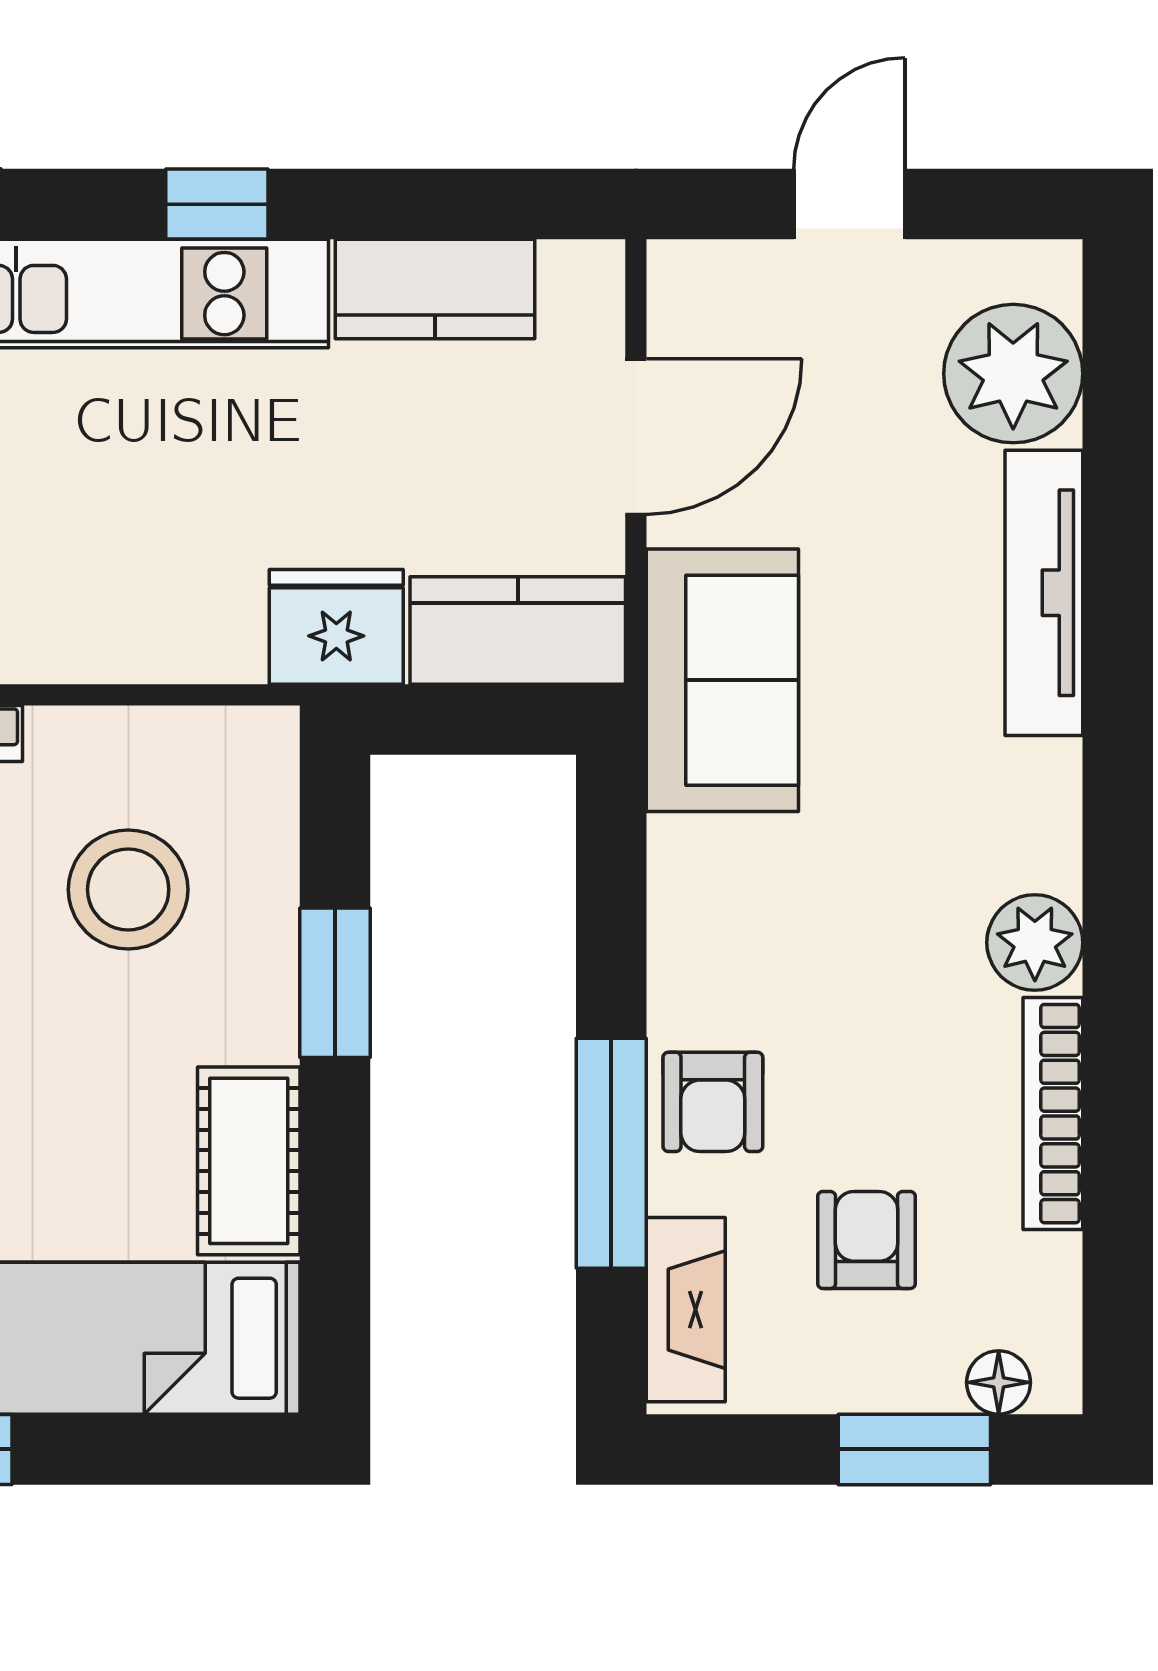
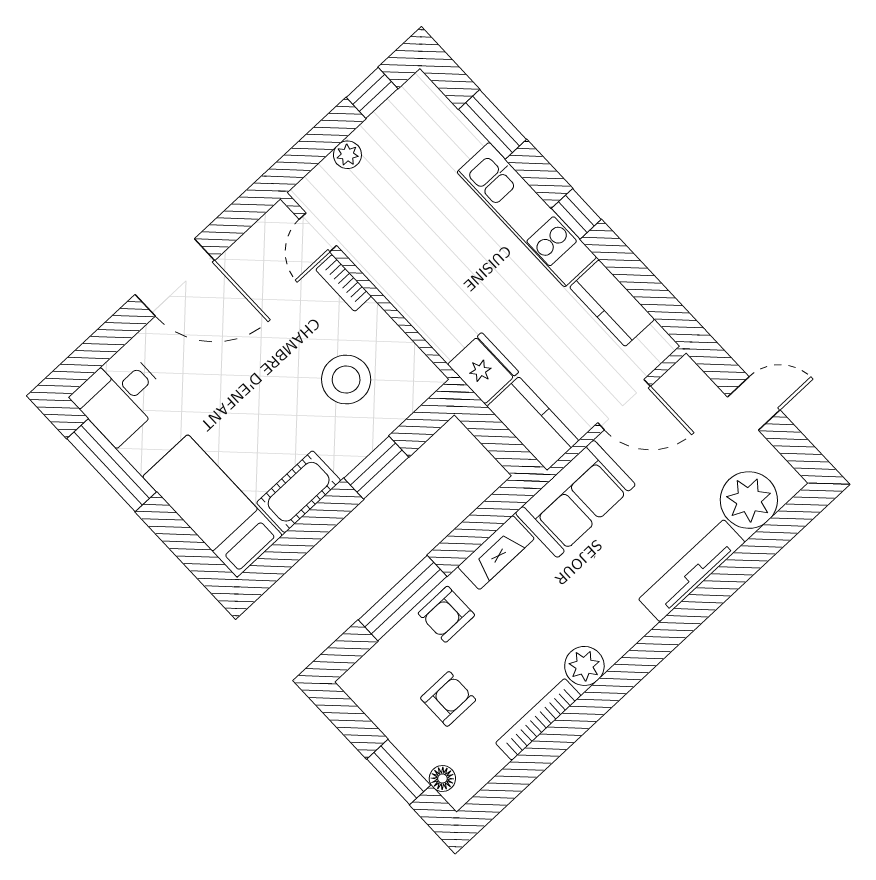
fireplace: (686, 1310) -> (496, 553), moved

